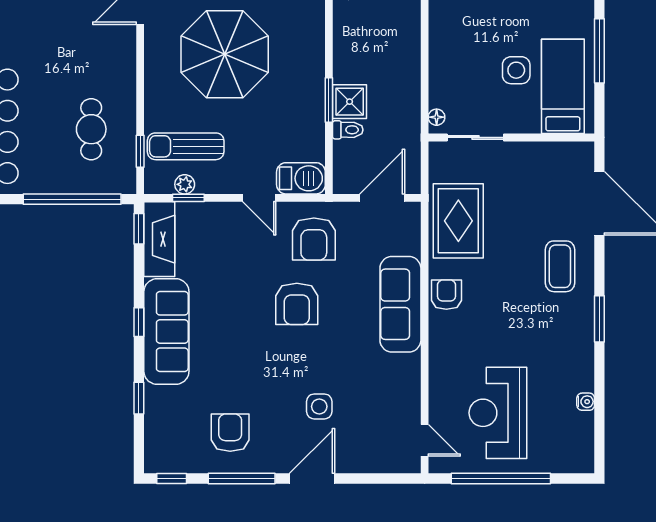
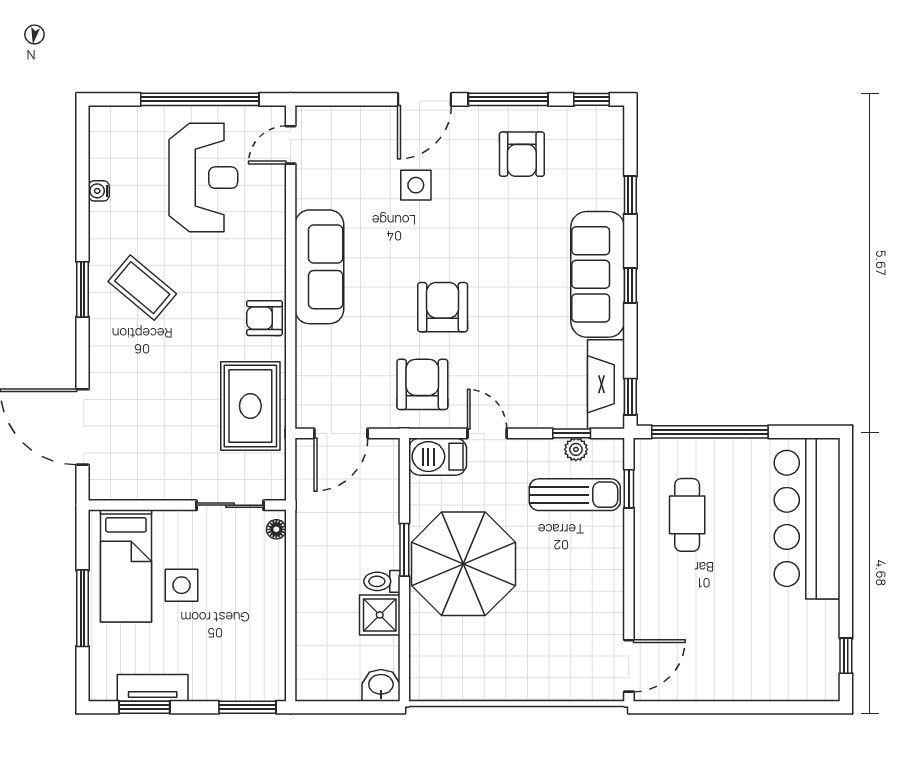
parasol: (225, 54) -> (463, 564), moved
shower: (350, 102) -> (380, 615), moved
toilet: (348, 130) -> (382, 581), moved
coffee table: (560, 266) -> (142, 288), moved, turned -50
armchair: (446, 295) -> (264, 318), turned 90
sofa: (400, 304) -> (319, 267), moved
door: (425, 440) -> (291, 145), hinge flipped

